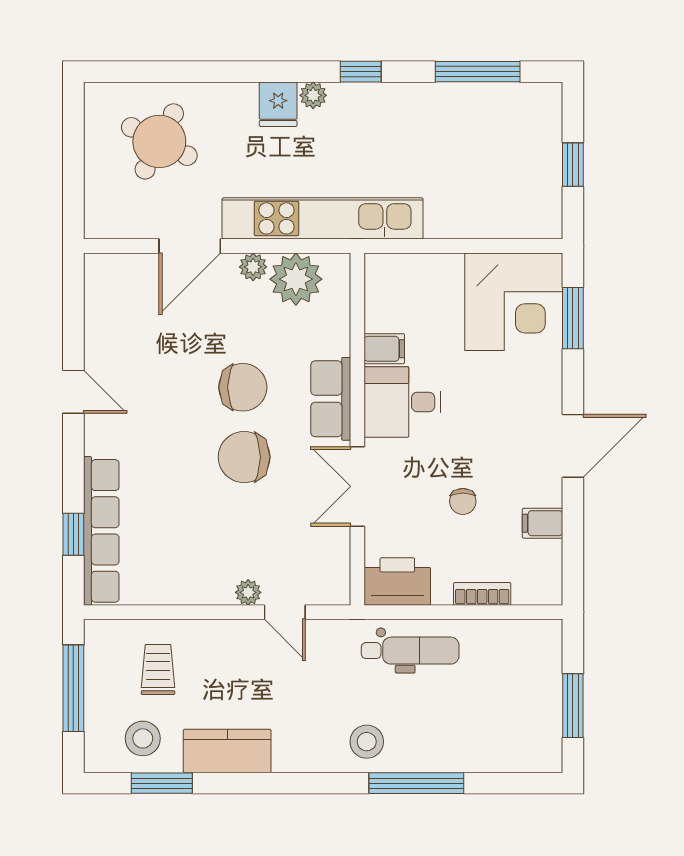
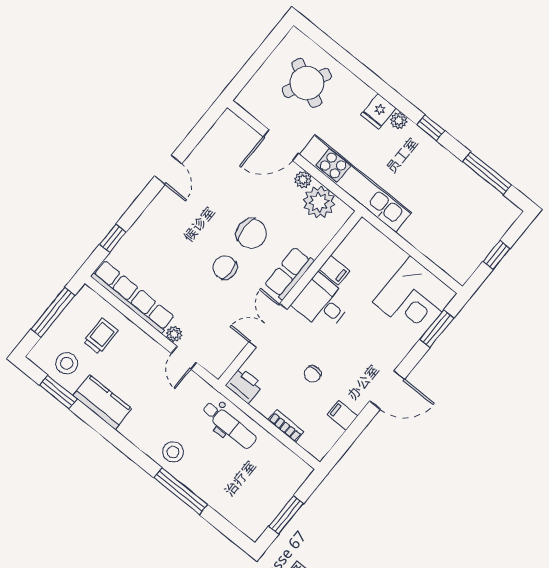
chair: (244, 457) -> (225, 268), width x0.73, depth x0.73
row of seats: (101, 531) -> (133, 297), moved, turned -90
printer: (397, 582) -> (244, 385), width x0.73, depth x0.84

